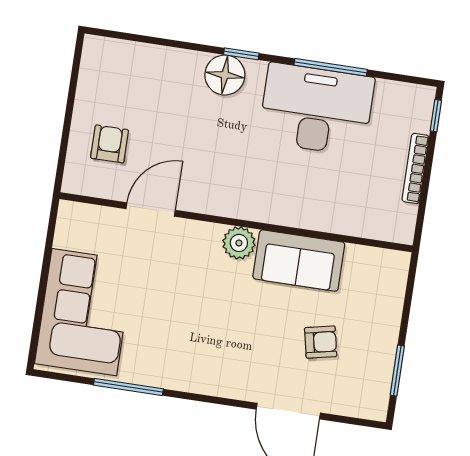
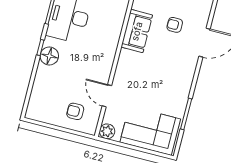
plant: (239, 243) -> (107, 131), moved
armchair: (321, 342) -> (175, 25), turned -78

